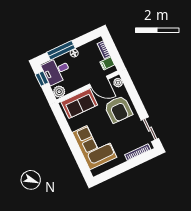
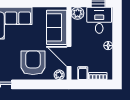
window: (61, 50) -> (117, 34), removed
door: (99, 82) -> (69, 56), hinge flipped
armchair: (118, 109) -> (33, 63), turned 90

